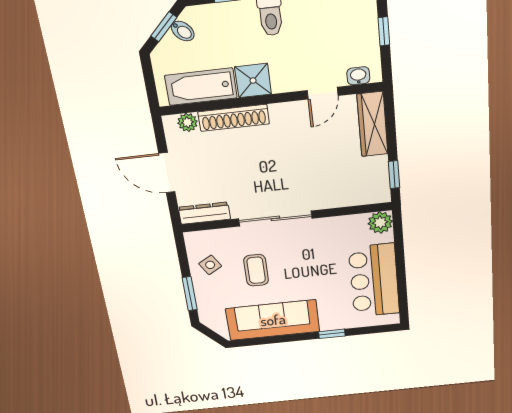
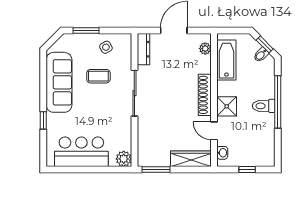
shower: (253, 81) -> (227, 106), moved
shoe rack: (234, 118) -> (205, 95), moved
window: (394, 175) -> (156, 170), width x1.50

